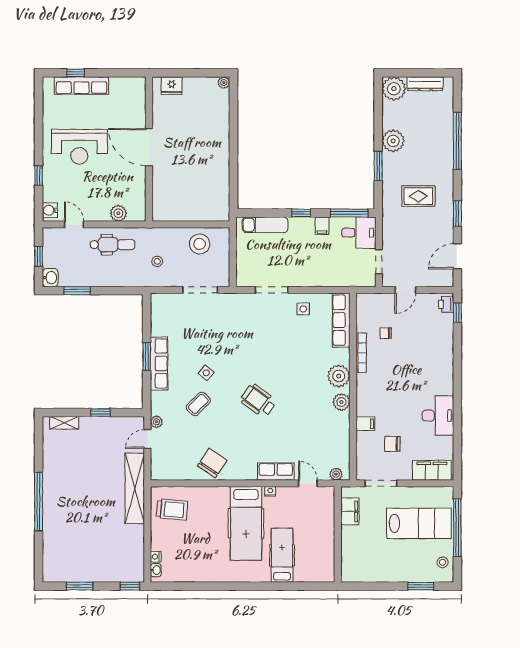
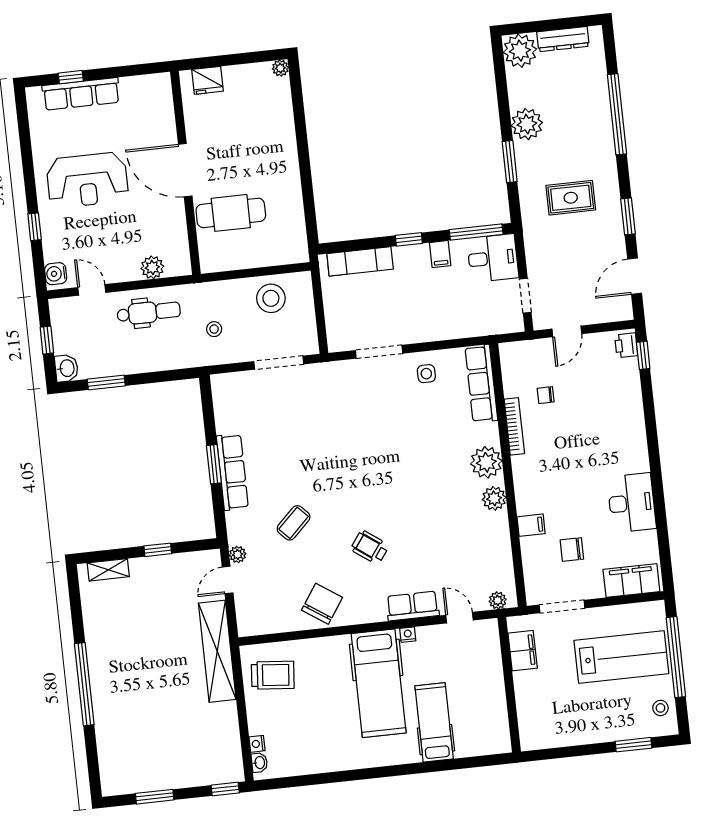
cafe table: (178, 181) -> (231, 213), added
side table: (206, 373) -> (300, 478), removed
wheelchair: (258, 401) -> (370, 547), moved, width x0.73, depth x0.73

